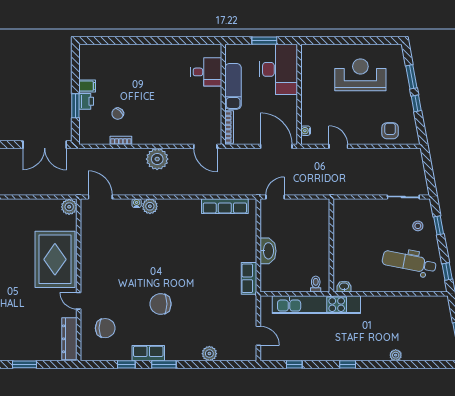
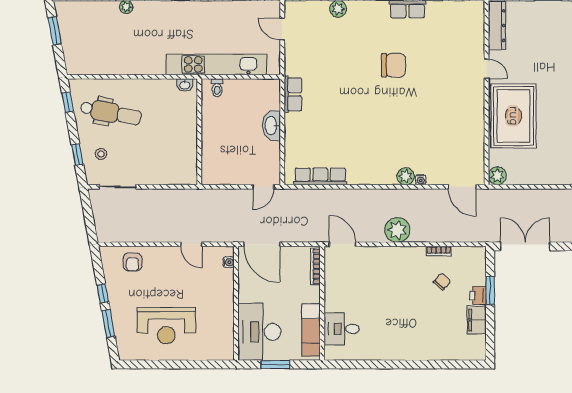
filing cabinet: (87, 86) -> (477, 320), width x2.00
exam couch: (233, 86) -> (311, 330), moved
chair: (105, 328) -> (456, 38), removed

